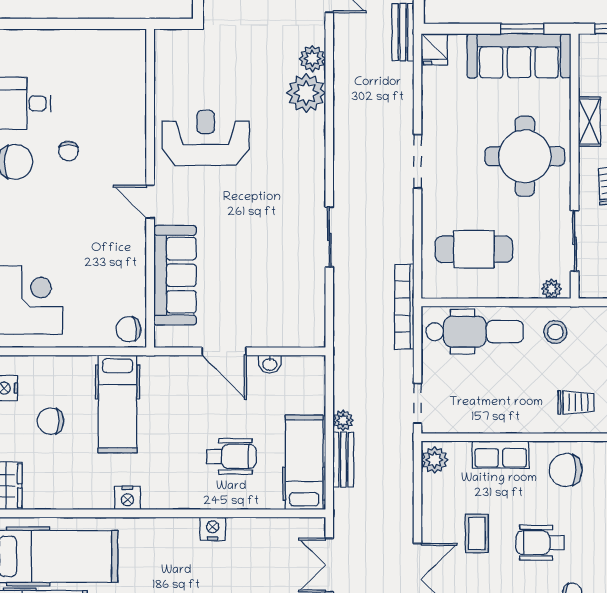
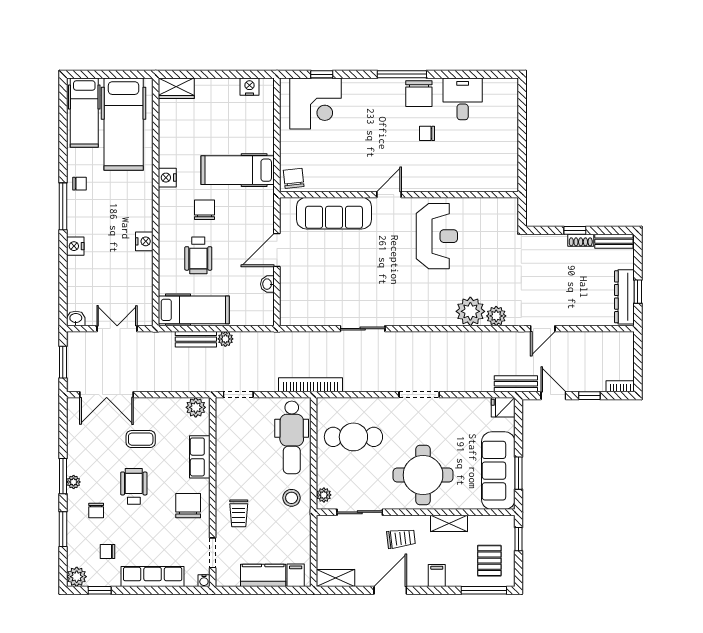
cafe table: (474, 249) -> (353, 437), turned 90
chair: (51, 421) -> (205, 210), moved

